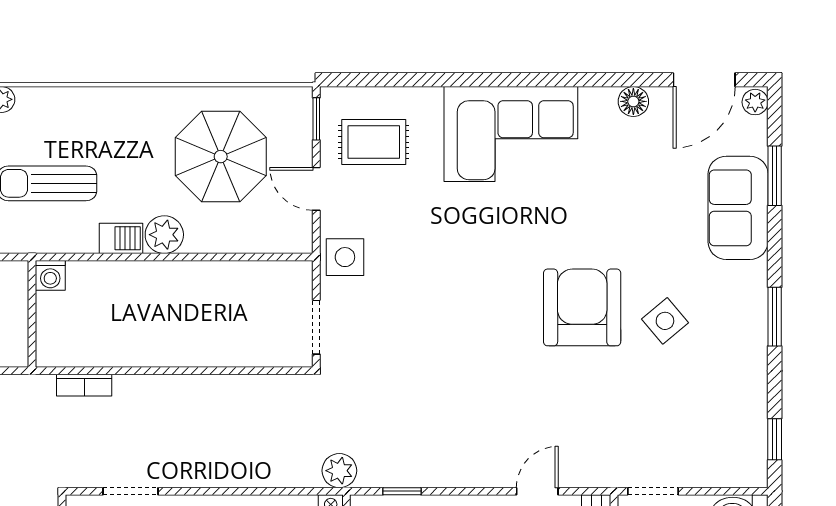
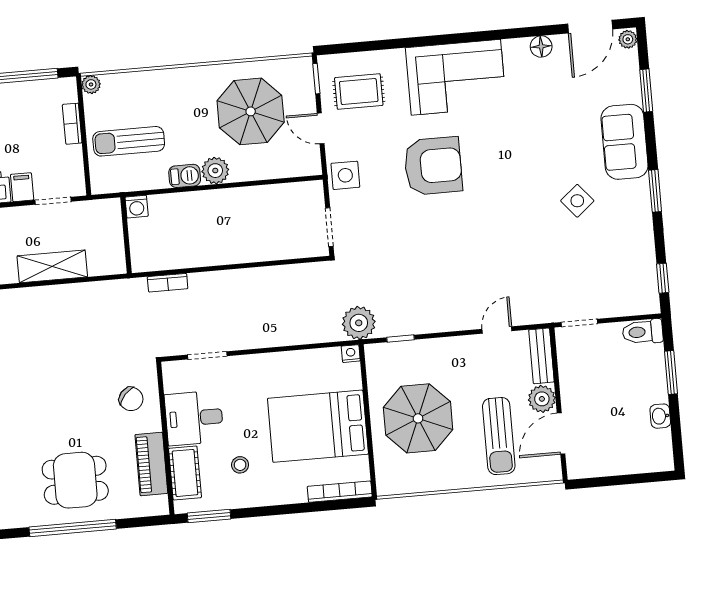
sofa: (738, 208) -> (625, 142), moved
armchair: (582, 307) -> (433, 166), moved, turned 90
plant: (339, 471) -> (359, 323), width x1.36, depth x1.36

